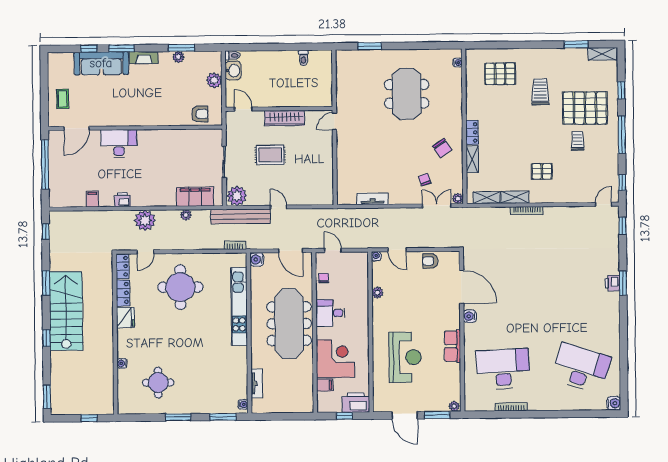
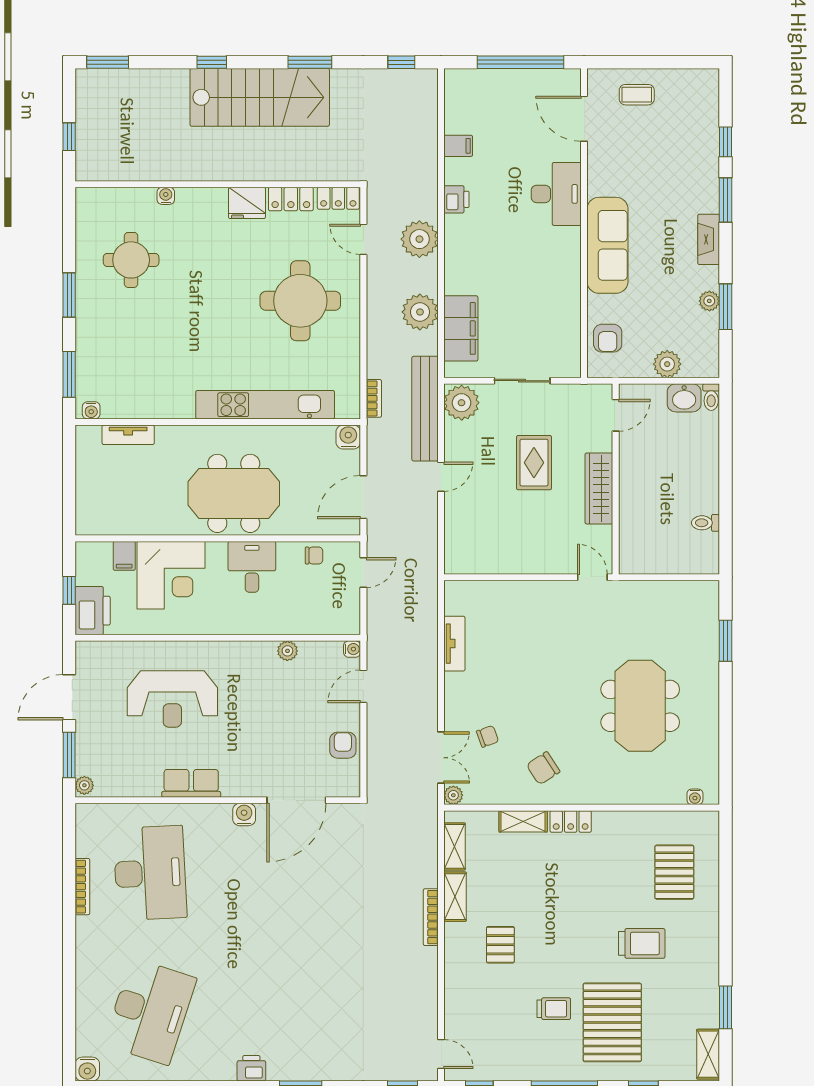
sofa: (101, 63) -> (607, 245), moved, turned 180
meeting table: (407, 94) -> (640, 706), turned 90
plant: (186, 215) -> (420, 312), width x1.87, depth x1.87
printer: (612, 283) -> (251, 1068), moved
meeting table: (289, 324) -> (234, 493), width x0.73

